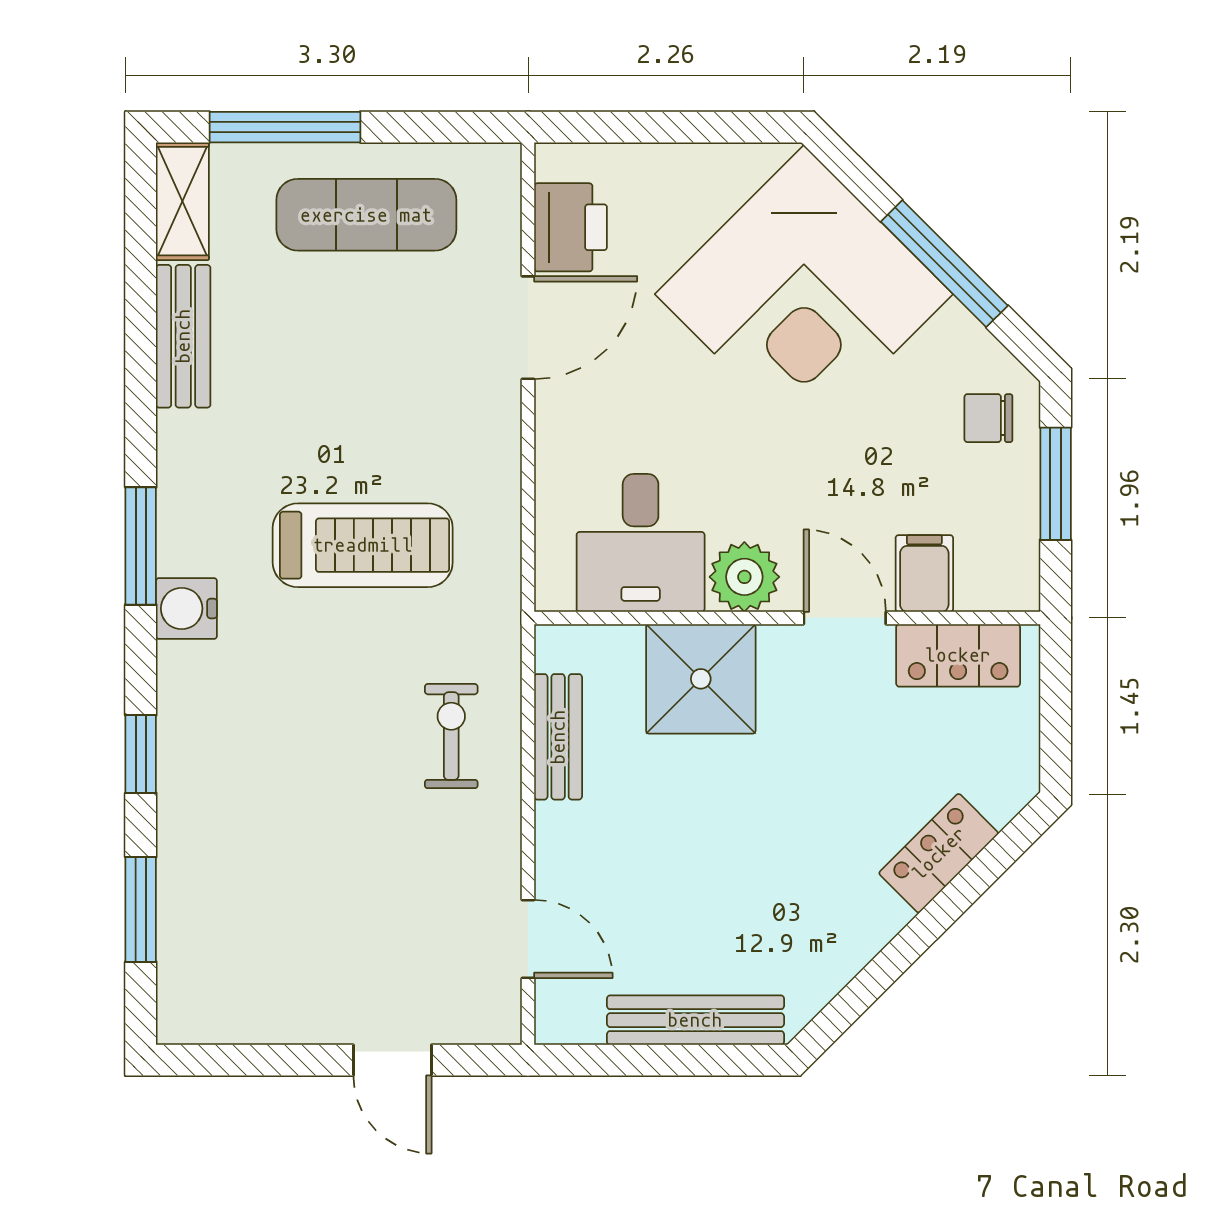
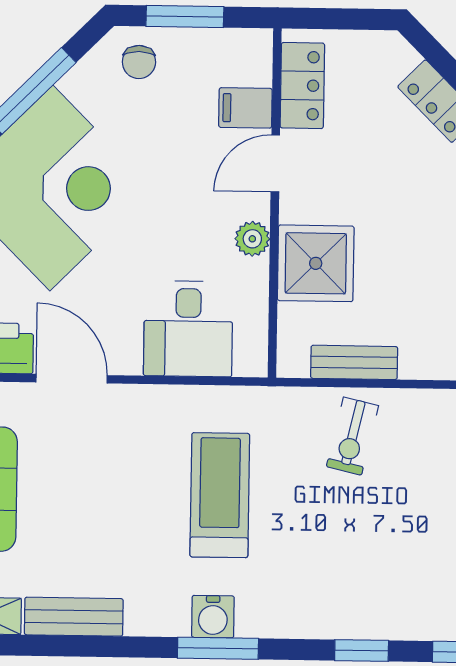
desk: (641, 543) -> (188, 329), moved, turned 90
plant: (744, 577) -> (252, 239), width x0.73, depth x0.73
water cooler: (186, 608) -> (213, 617), moved
exercise bike: (451, 736) -> (352, 436), turned -77

